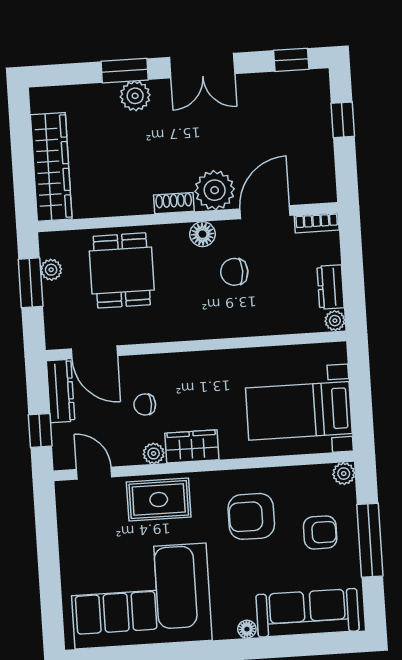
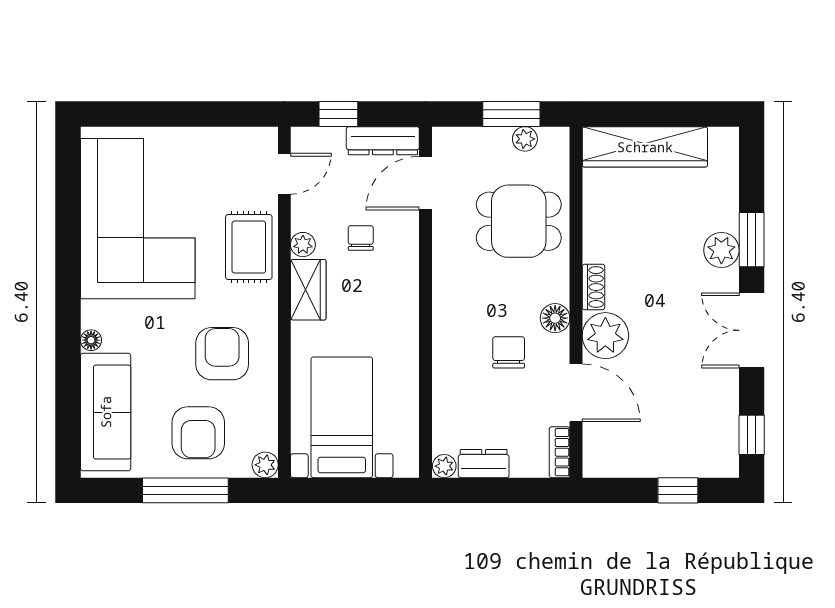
armchair: (320, 532) -> (198, 433), width x1.38, depth x1.38

